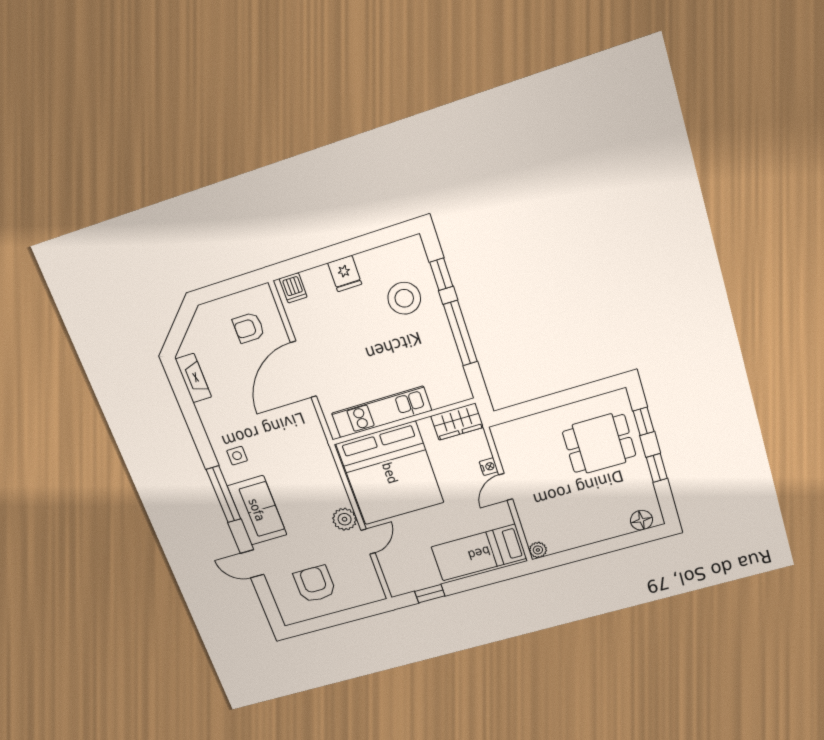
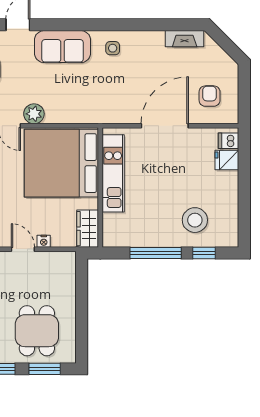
fridge: (345, 274) -> (227, 160), moved
door: (304, 369) -> (165, 126), hinge flipped
window: (644, 421) -> (45, 369), width x1.50
window: (223, 494) -> (84, 25), removed

